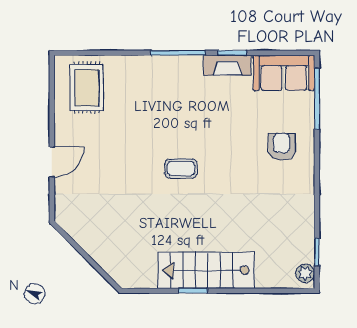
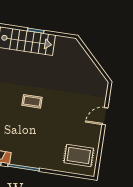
rug: (87, 88) -> (79, 155), turned 90

